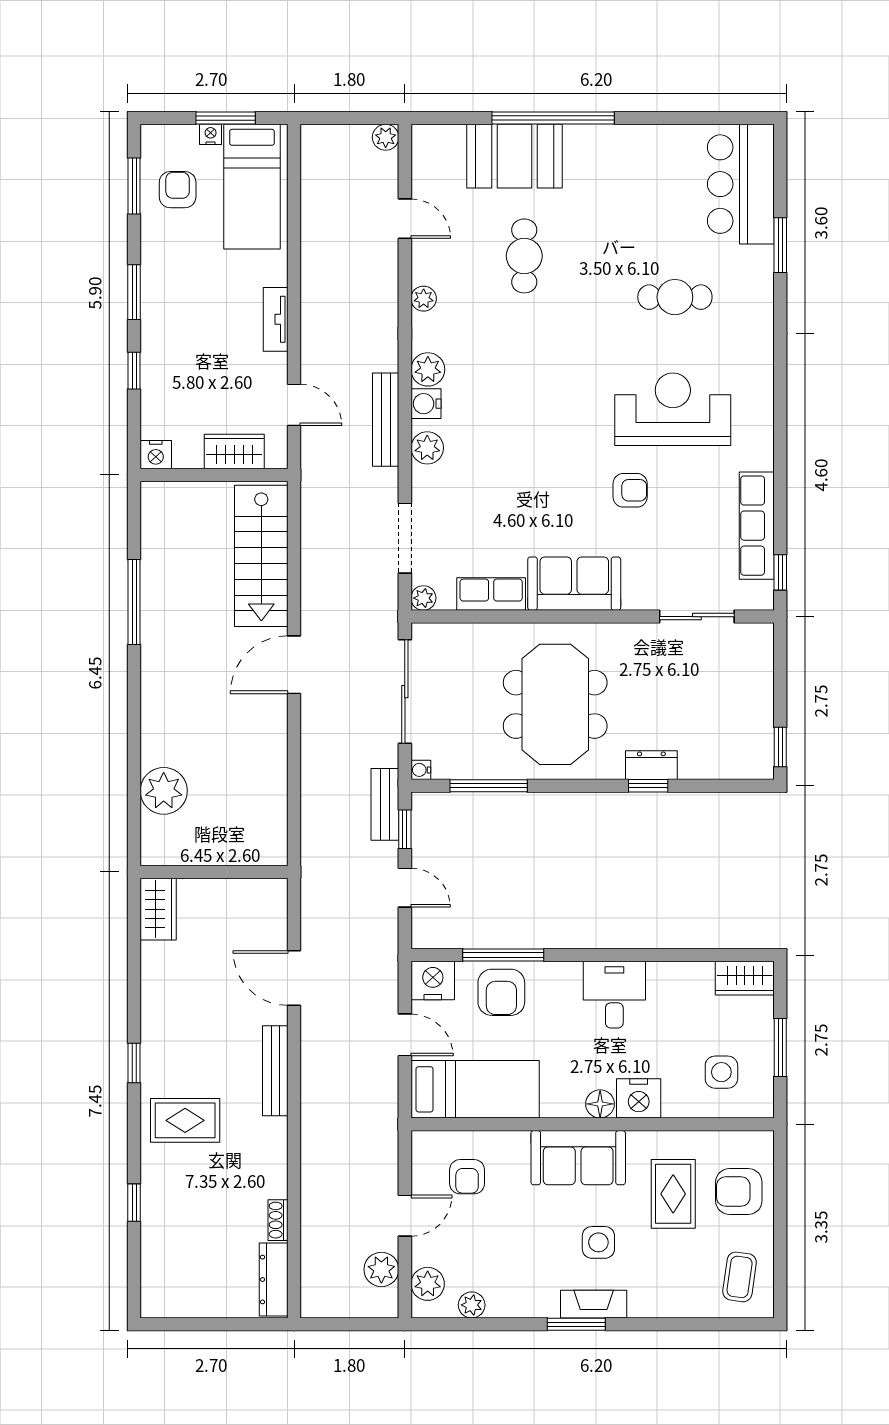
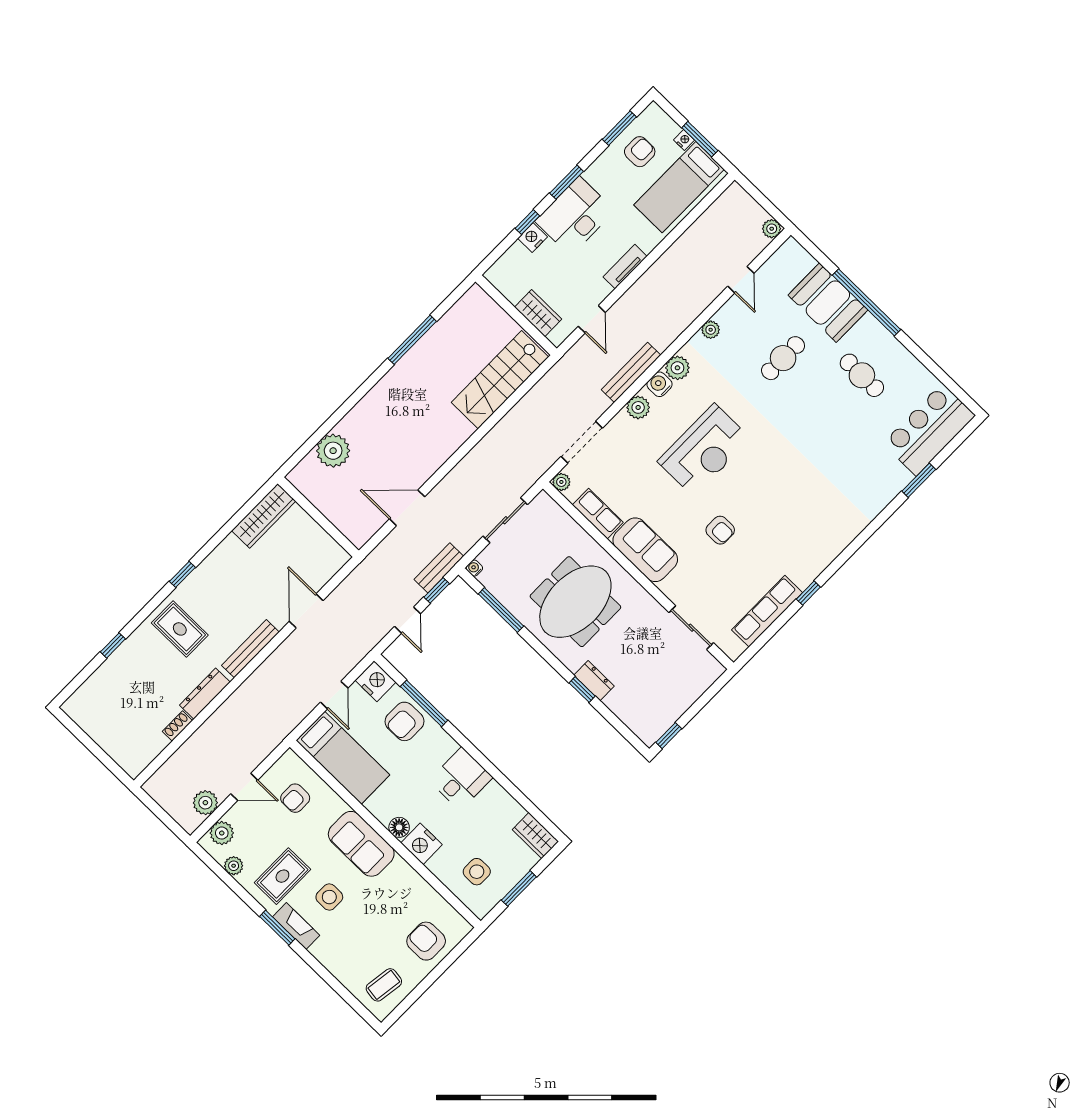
cafe table: (675, 297) -> (862, 375), moved
desk: (176, 318) -> (575, 216), added
reception desk: (673, 409) -> (704, 450), moved, turned 90
nightstand: (156, 455) -> (533, 238), moved, turned 90
window: (780, 572) -> (808, 593), moved
door: (294, 665) -> (407, 508), moved
sliding door: (405, 692) -> (505, 520), width x0.73
wardrobe: (158, 909) -> (264, 516), width x1.50
rug: (673, 1194) -> (282, 876), moved
dresser: (274, 1280) -> (205, 694), moved

